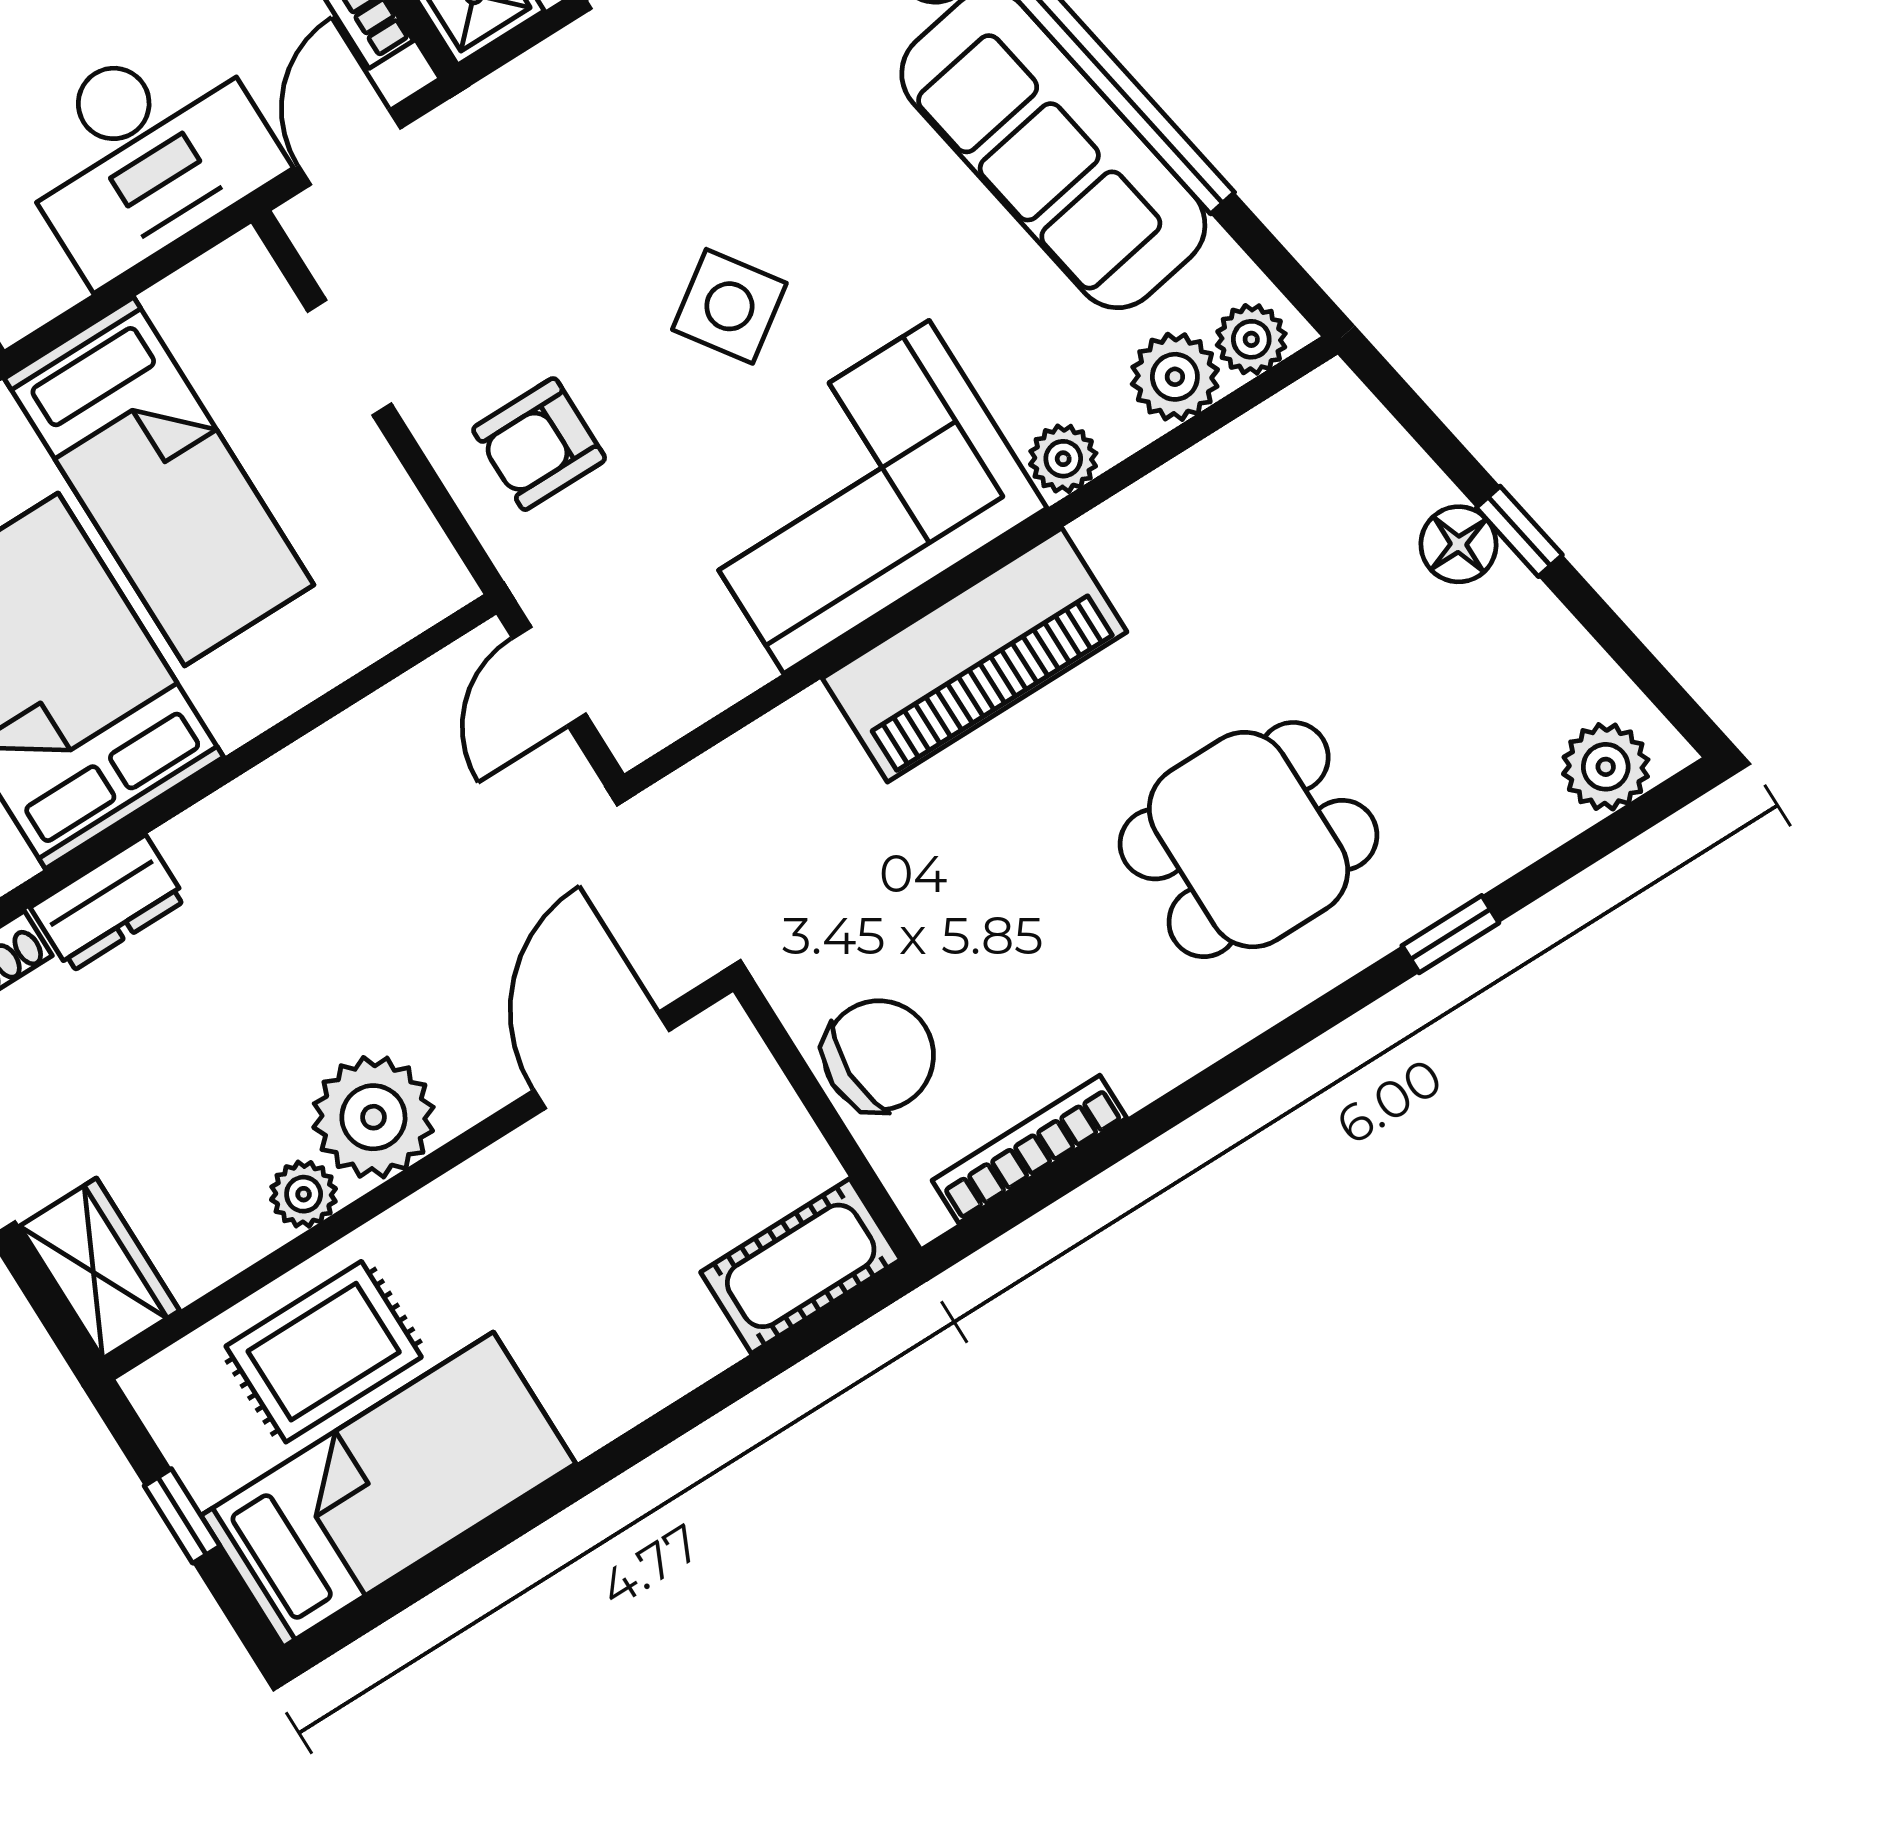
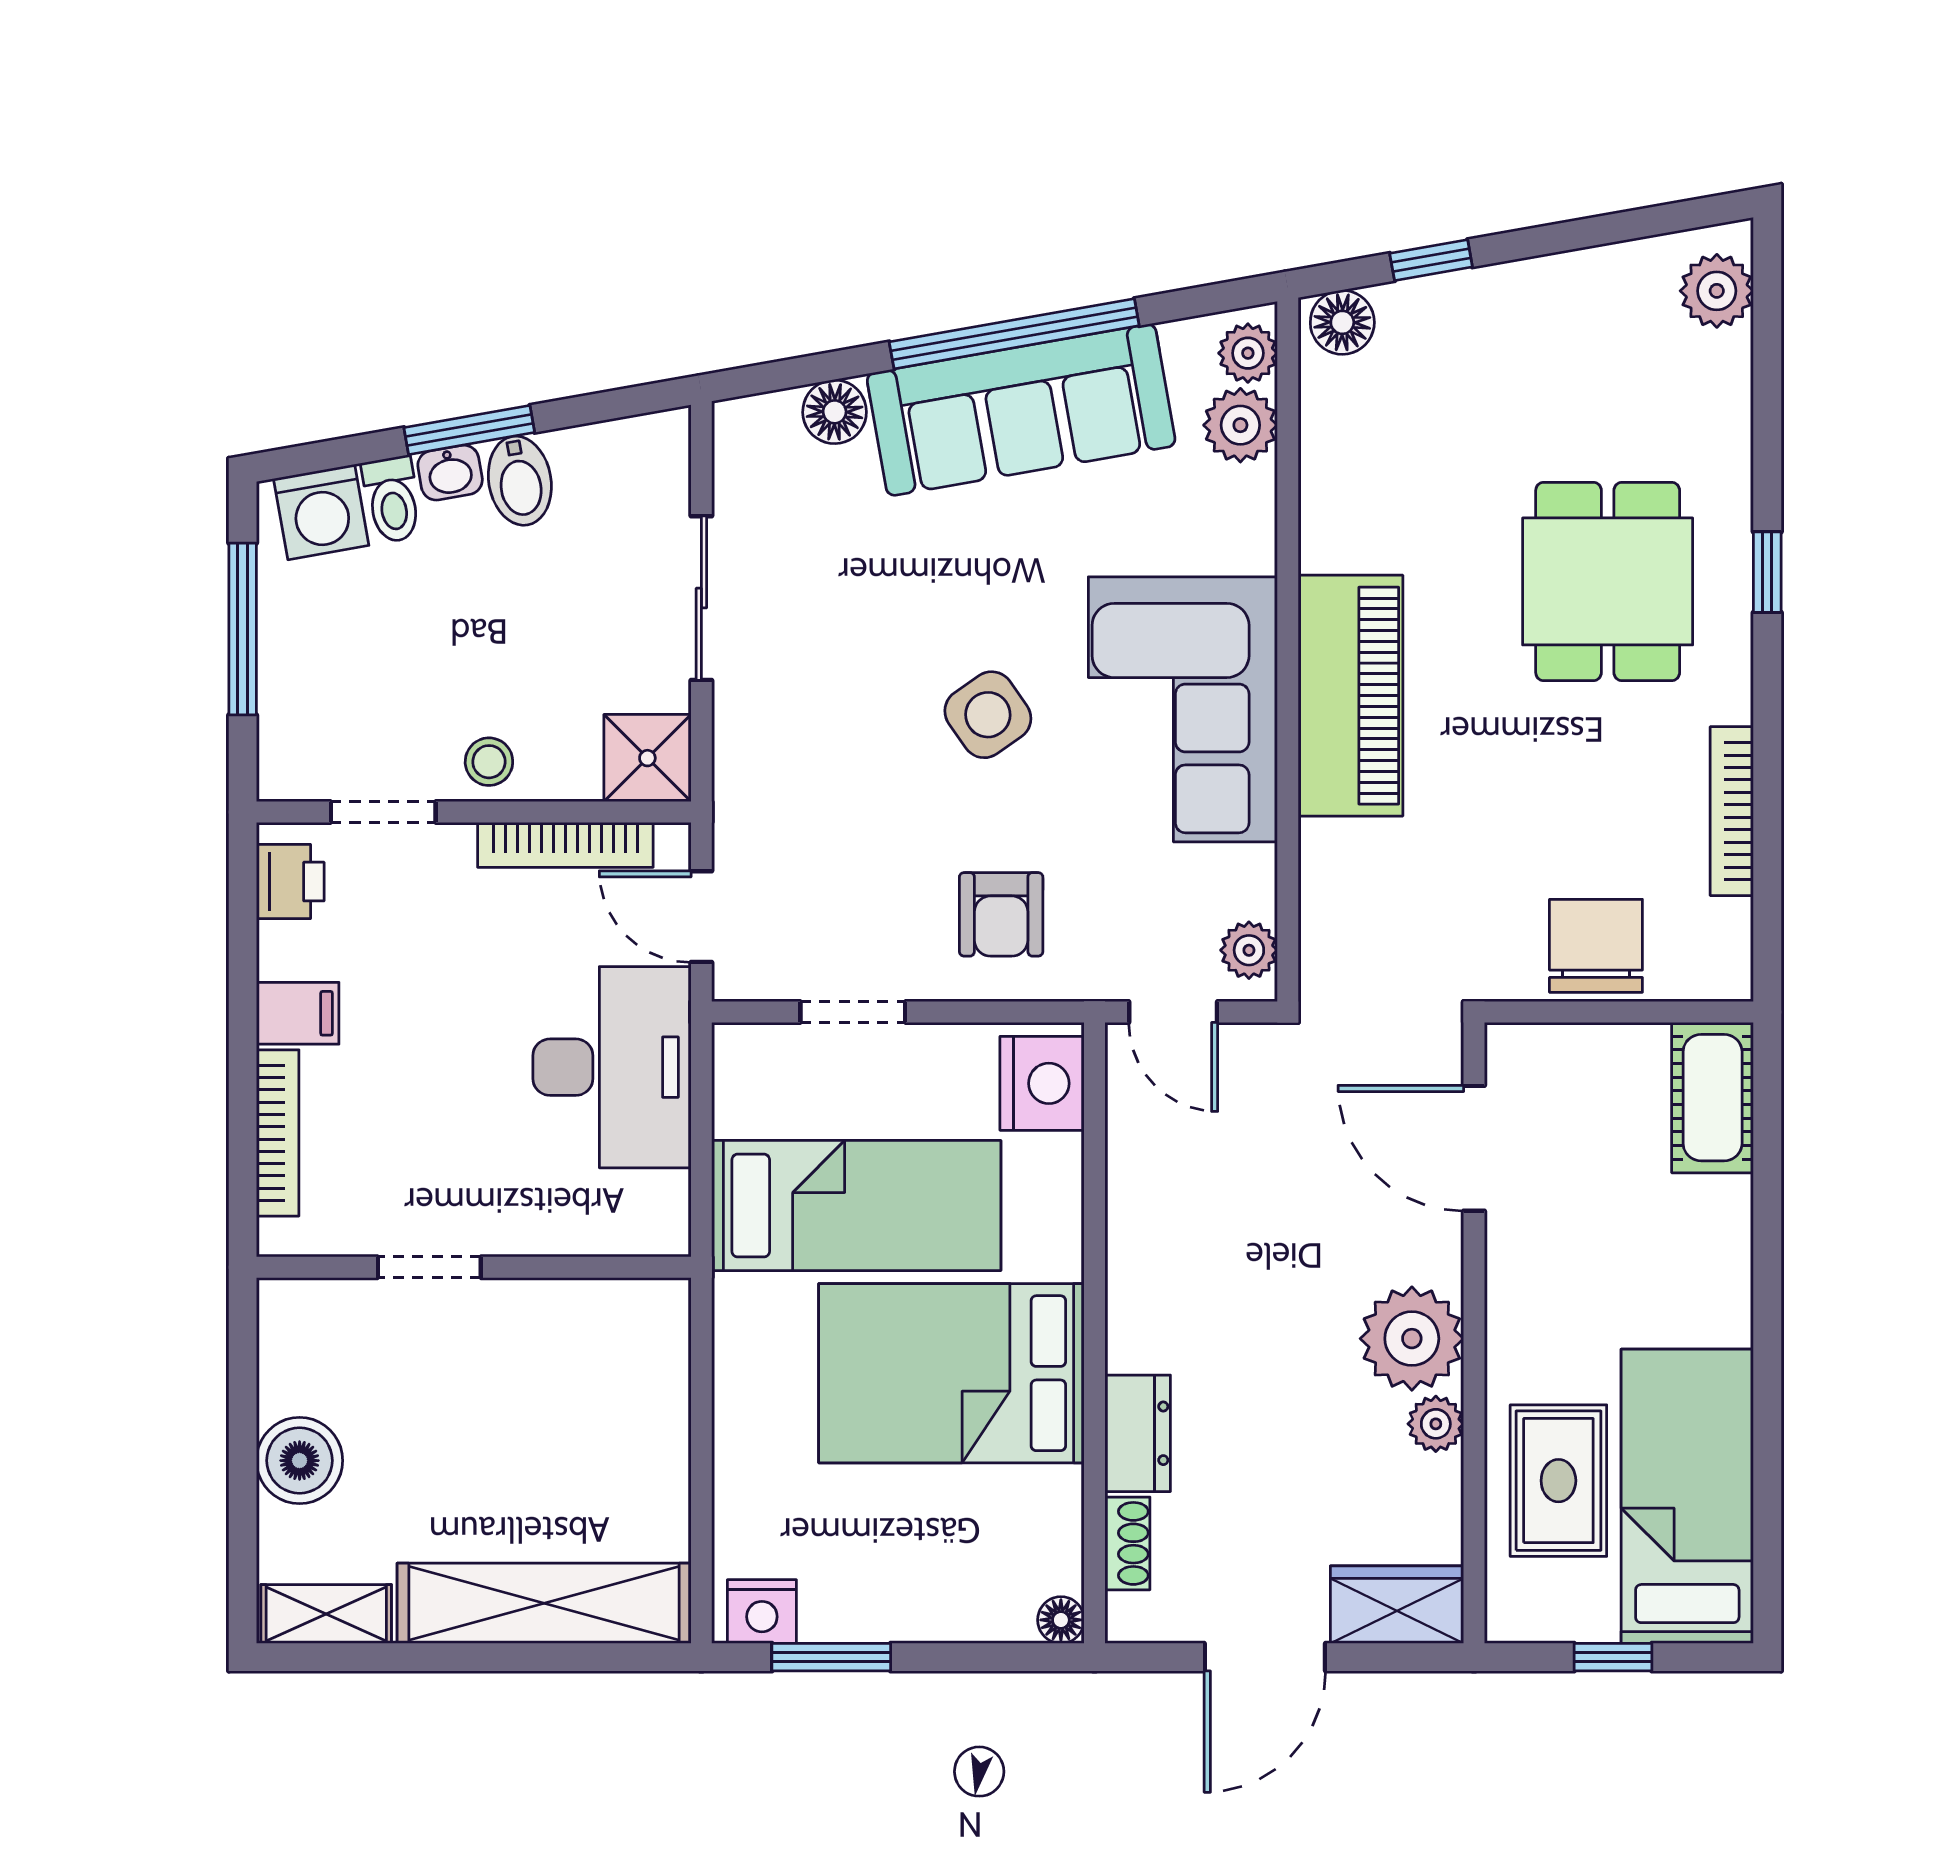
plant: (1063, 459) -> (1249, 950), moved
window: (1519, 531) -> (1431, 260), moved
floor lamp: (1459, 544) -> (1342, 322), moved
nightstand: (397, 590) -> (1042, 1083), added
window: (1450, 934) -> (1767, 572), moved
bookcase: (1029, 1149) -> (1732, 811), moved

